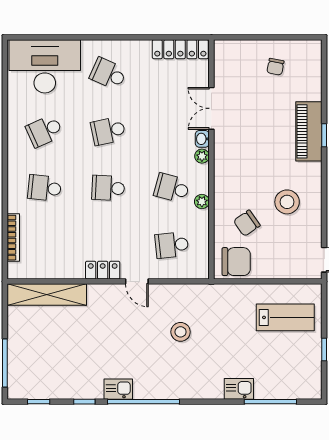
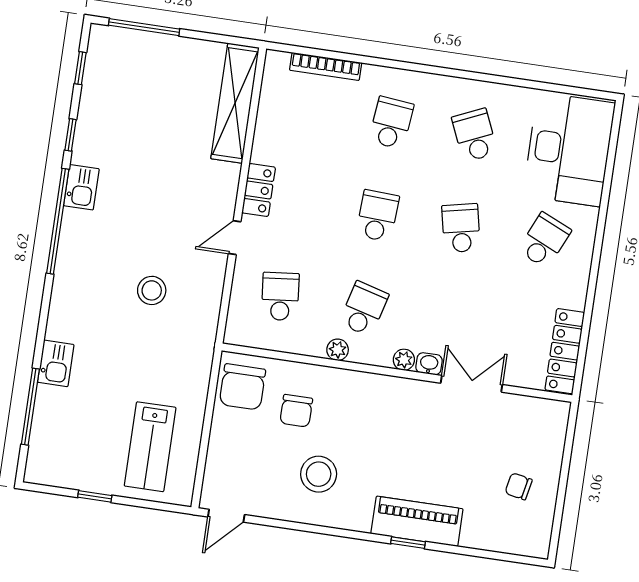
chair: (247, 223) -> (296, 411), turned -145

